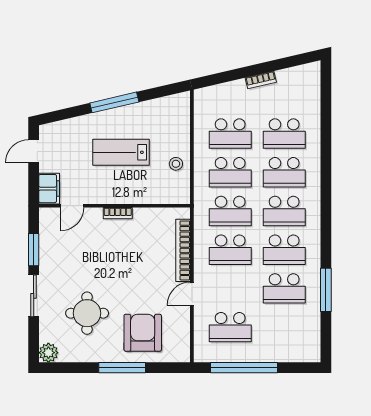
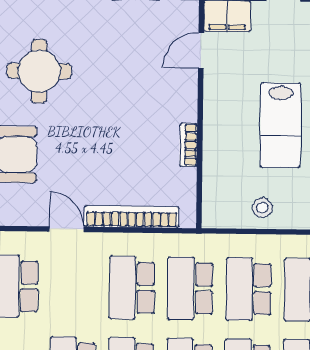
lab bench: (121, 152) -> (281, 125), turned 180
door: (72, 206) -> (201, 50), hinge flipped
bookcase: (118, 213) -> (189, 145), moved

